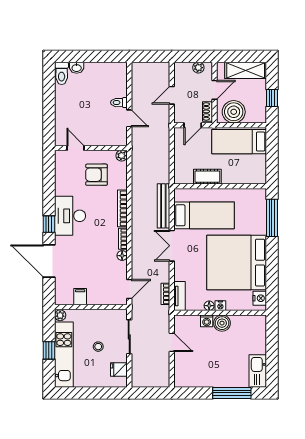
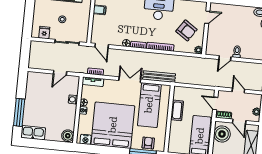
armchair: (96, 175) -> (186, 30), turned 124
armchair: (256, 212) -> (148, 143), added
boiler: (222, 323) -> (68, 136), moved

